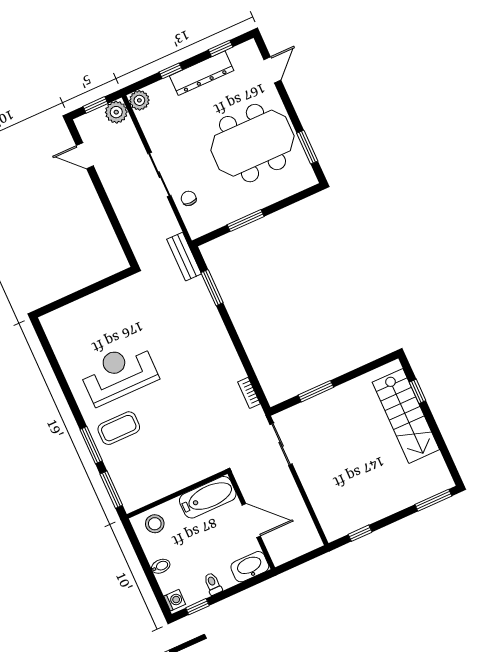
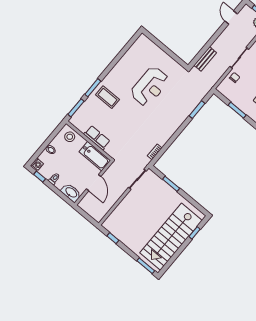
bench: (184, 257) -> (205, 59), moved
reception desk: (119, 373) -> (150, 86), moved, turned 90
stairs: (406, 416) -> (171, 237), width x1.36, depth x1.51
row of seats: (178, 479) -> (97, 138), added

